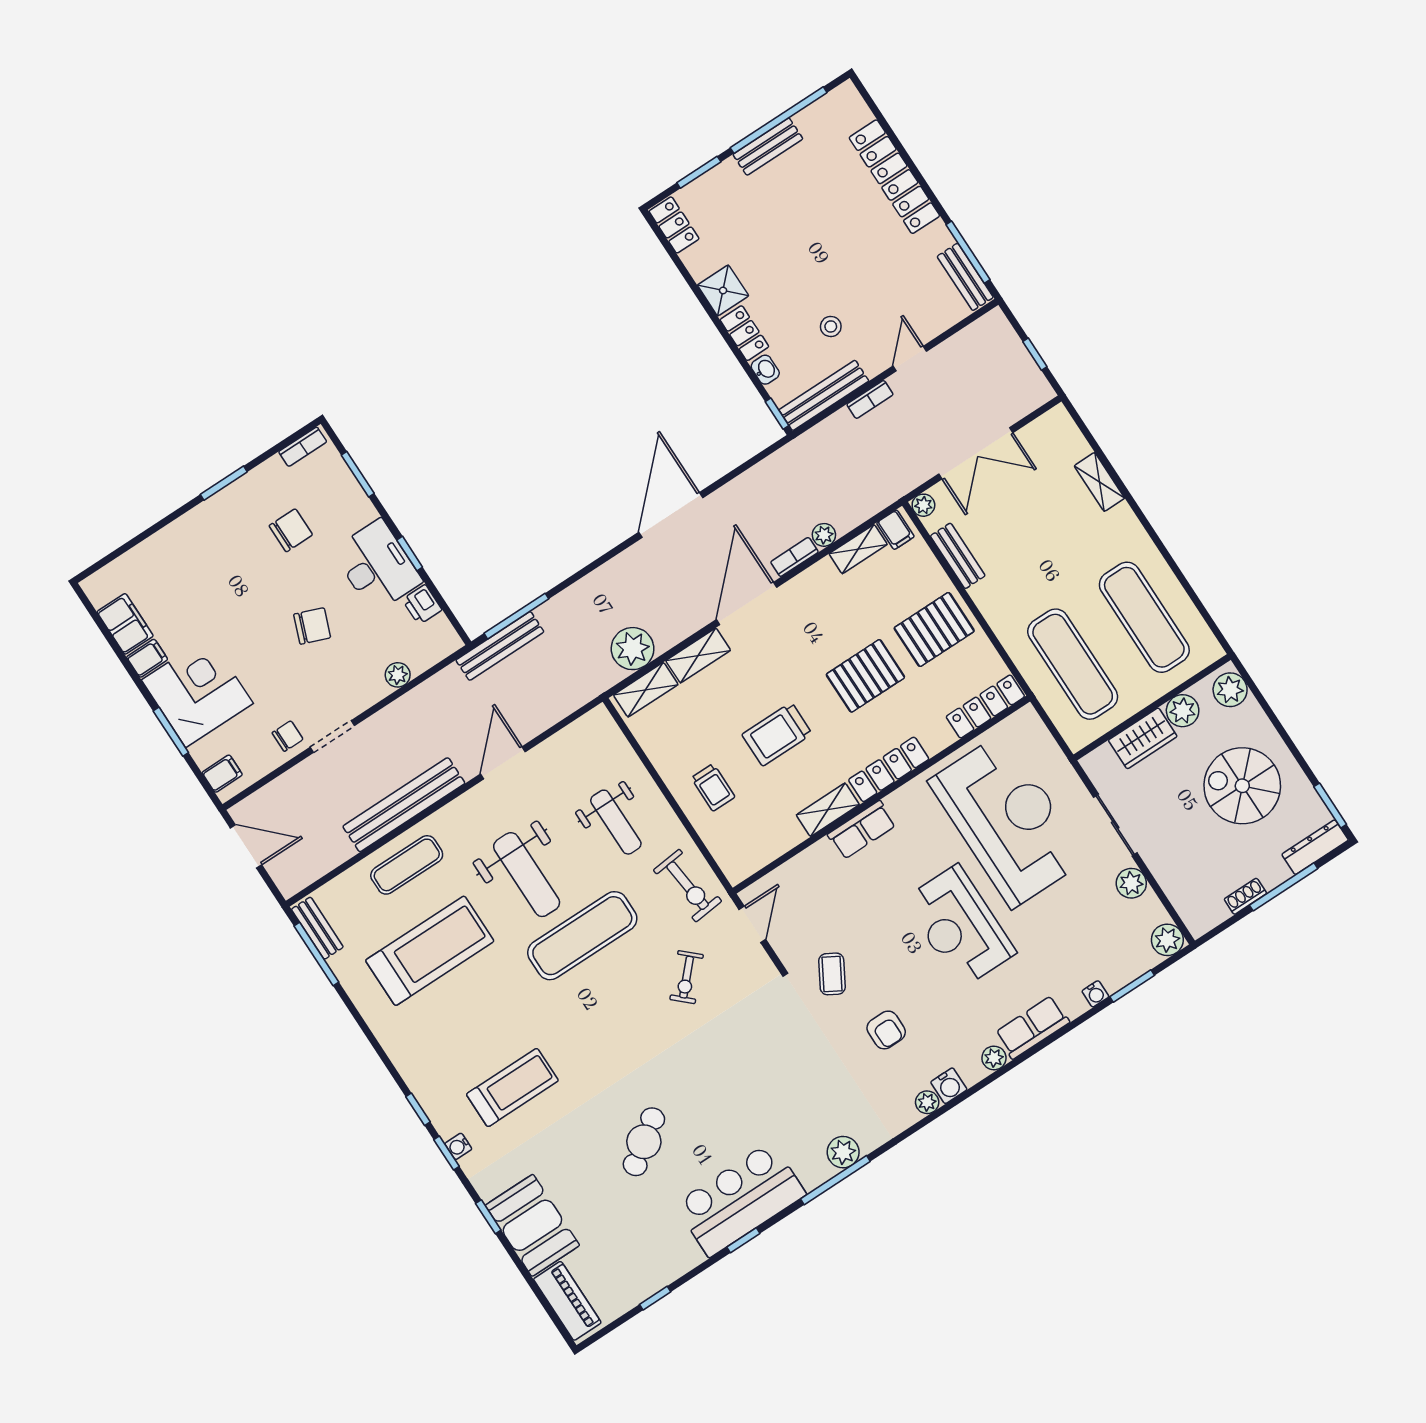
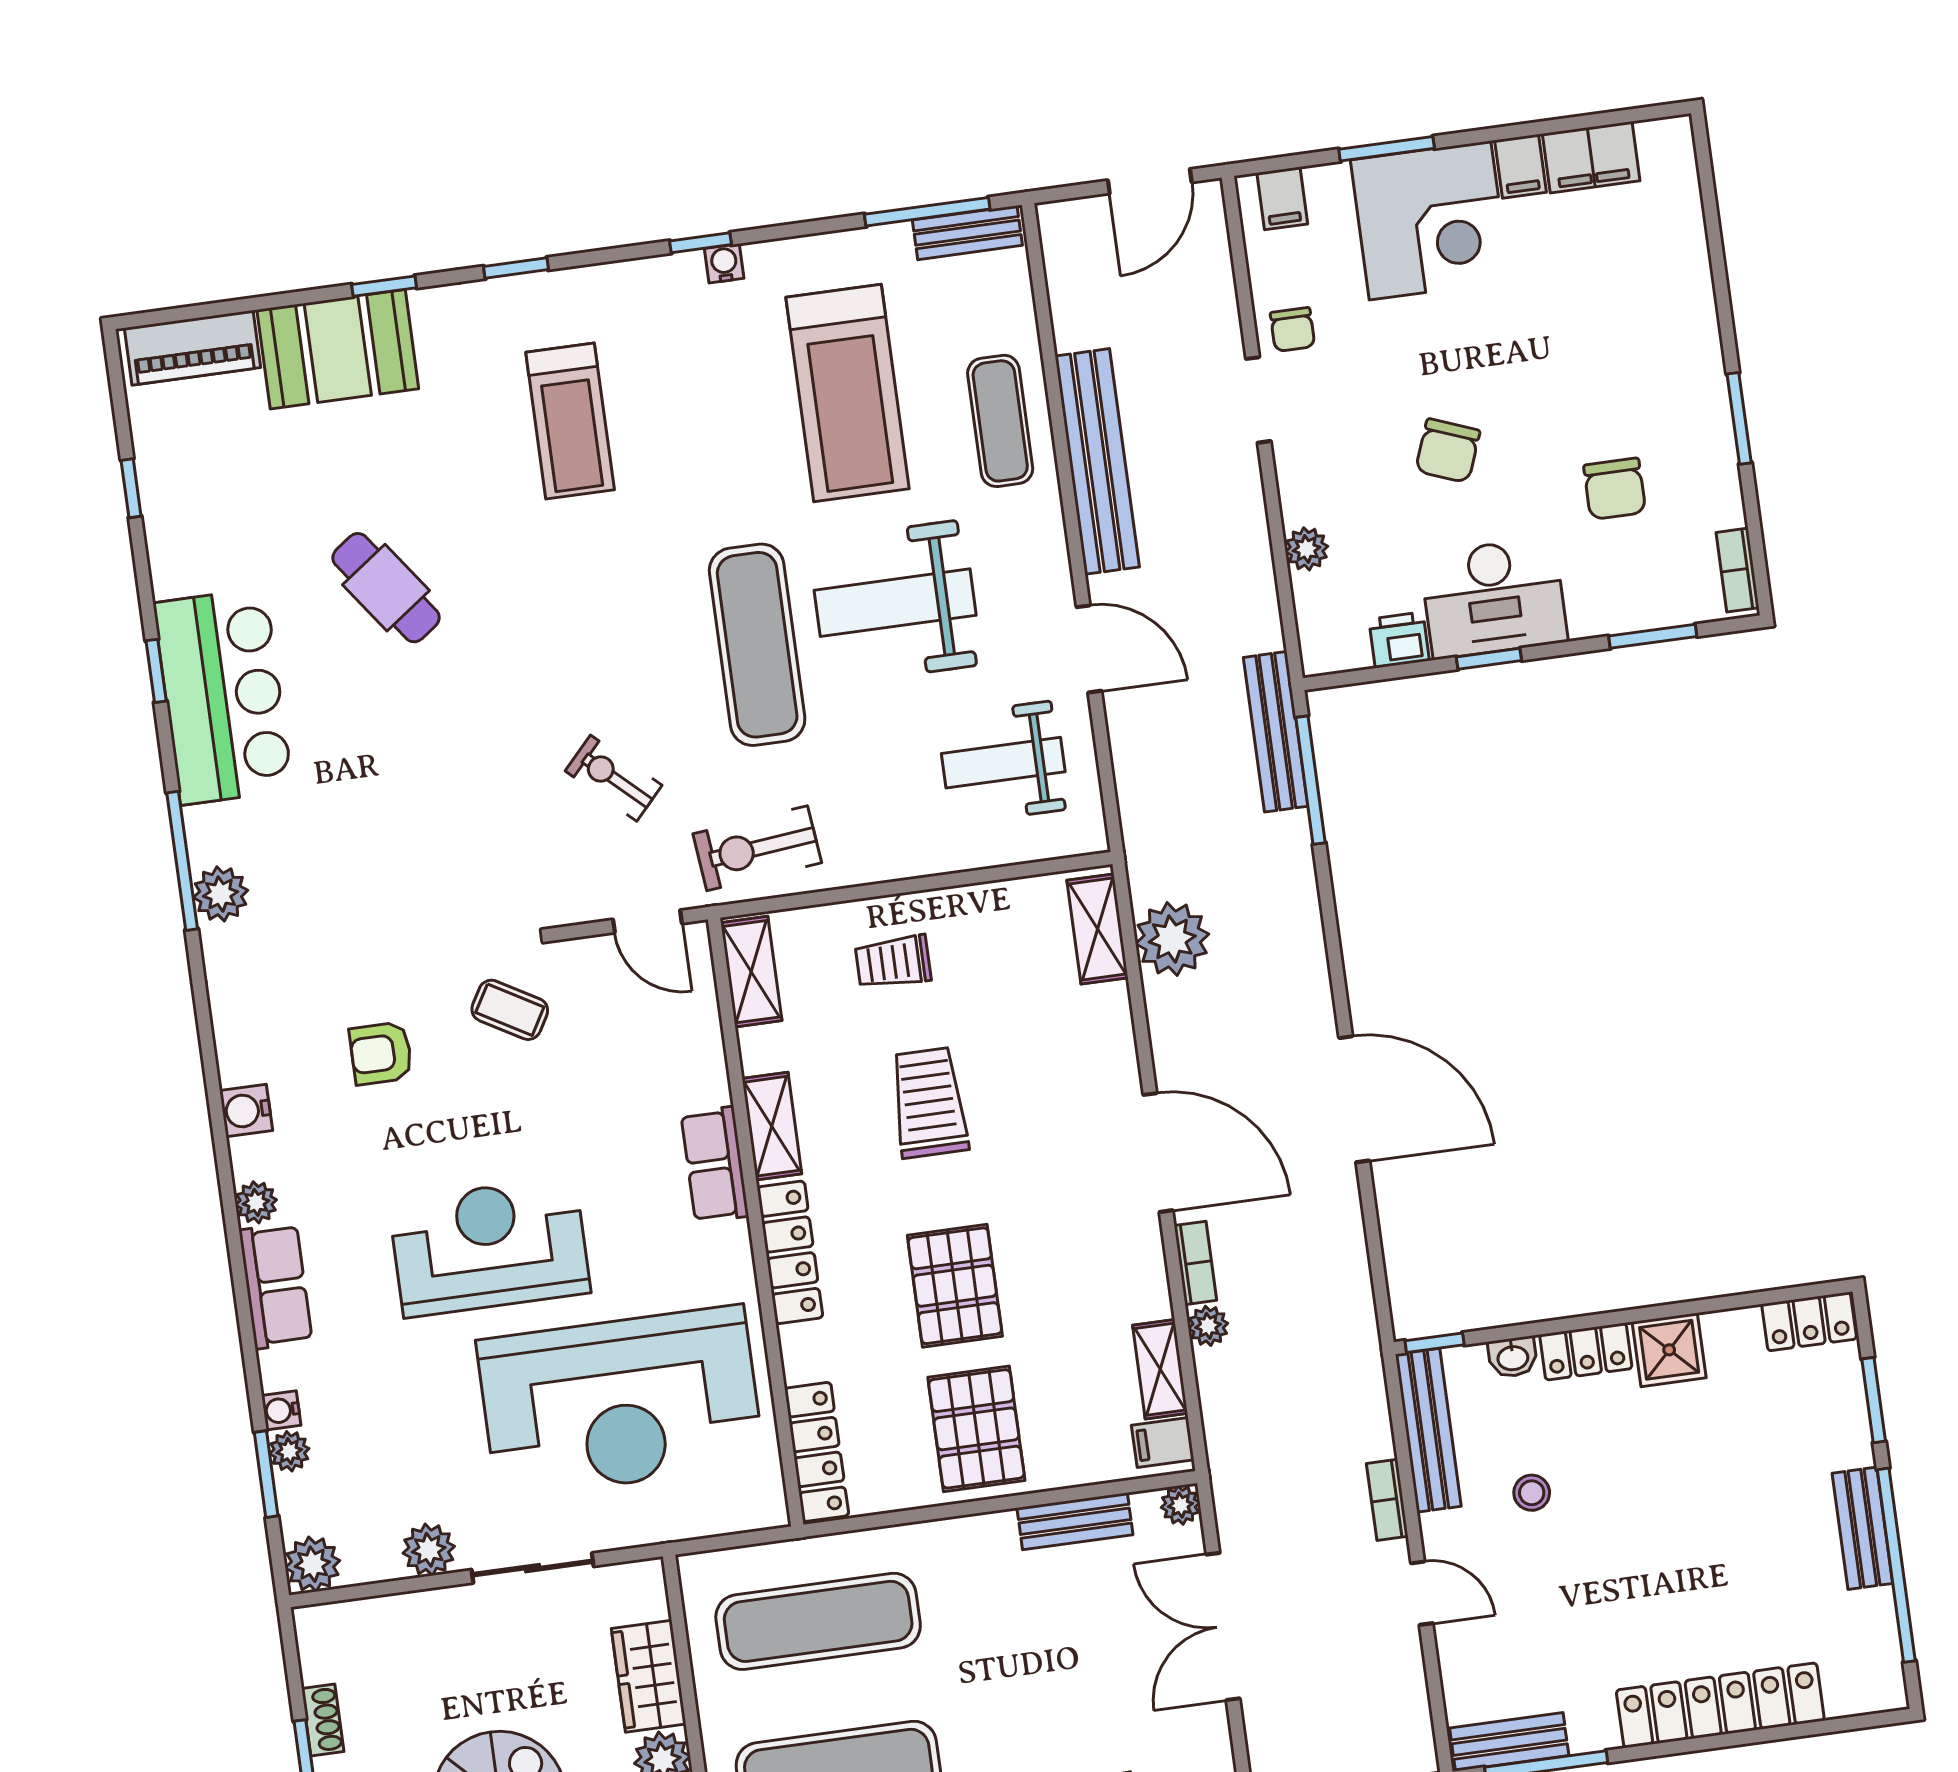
shelving: (698, 655) -> (751, 972), moved
weight bench: (616, 822) -> (1003, 763), moved
plant: (927, 1102) -> (289, 1451), moved
window: (418, 1109) -> (700, 243), moved
water cooler: (458, 1146) -> (724, 263), moved

